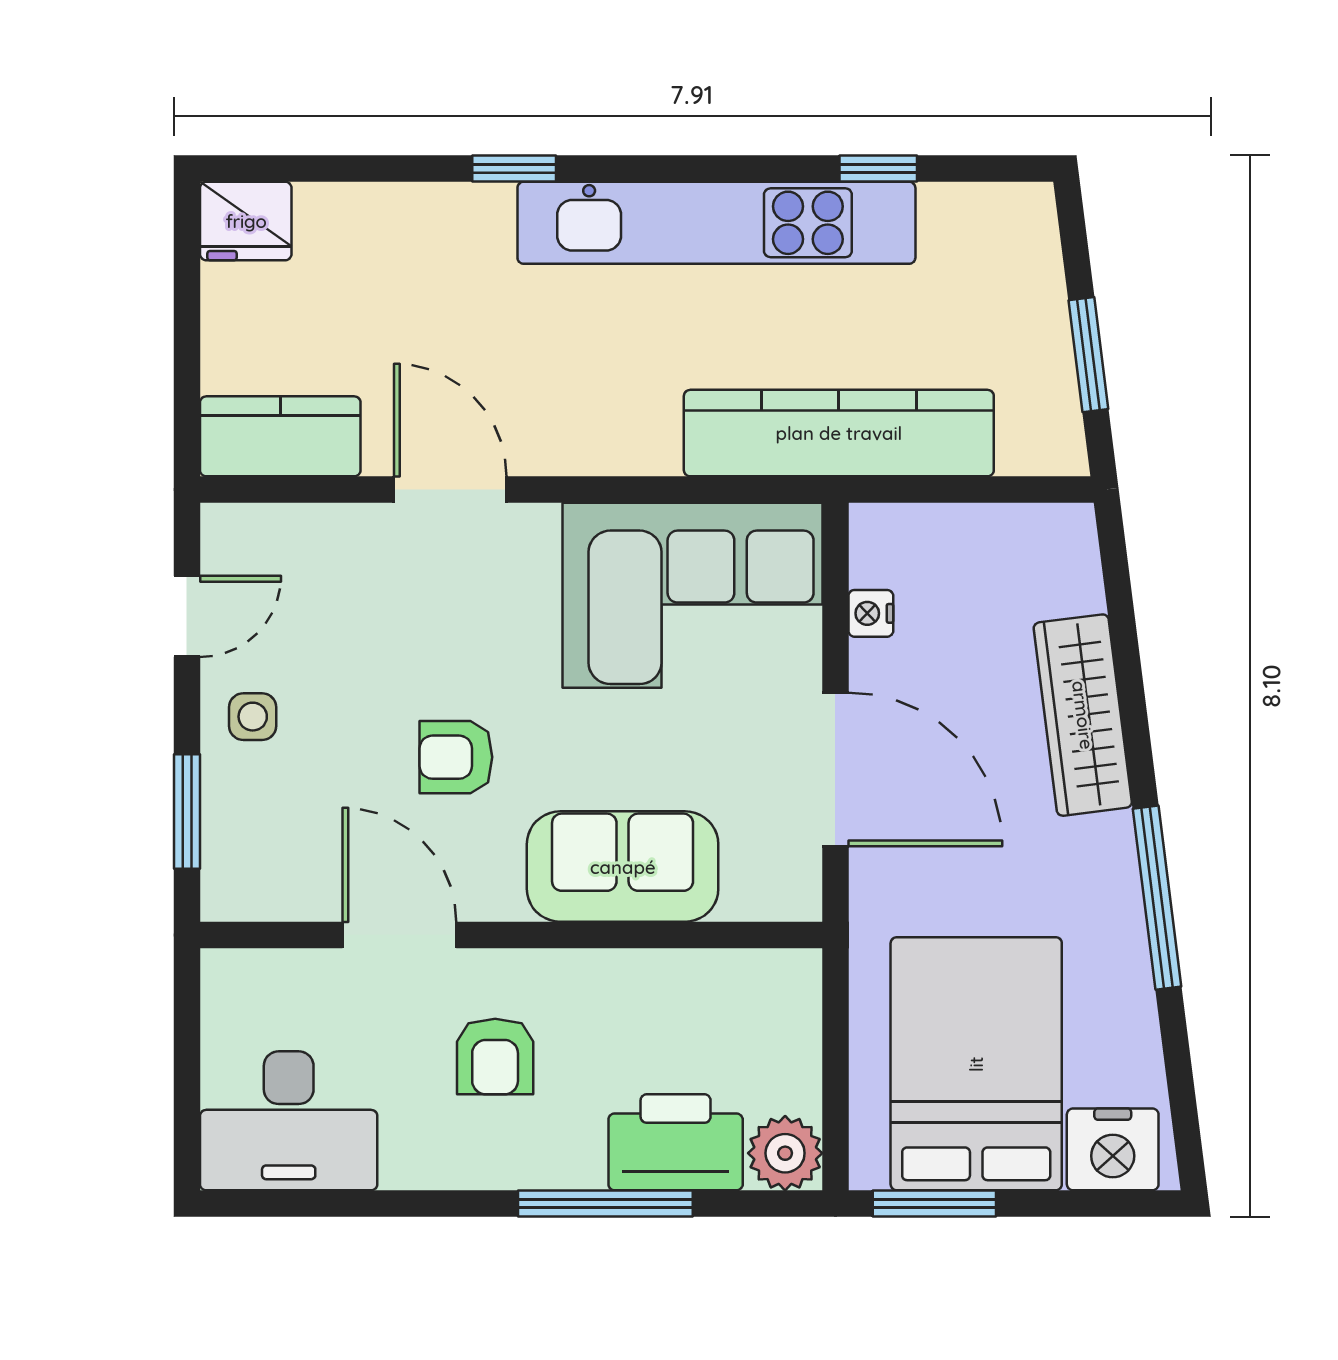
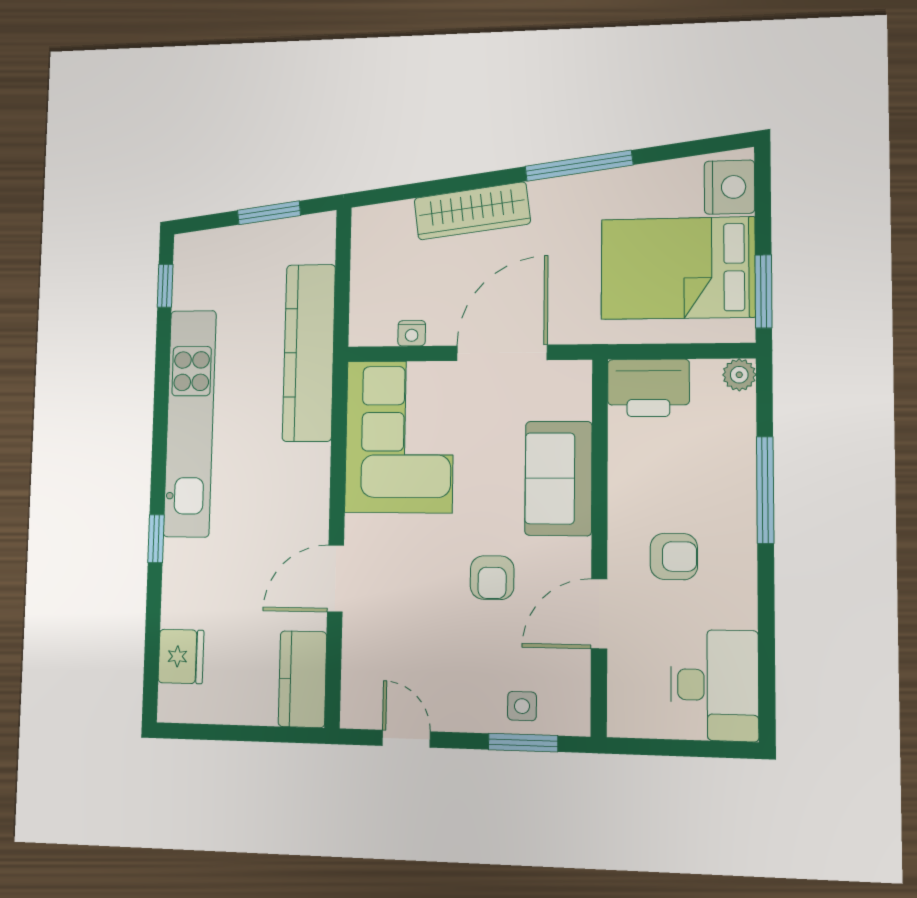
window: (878, 169) -> (165, 286), moved
fridge: (246, 221) -> (181, 656), moved
side table: (253, 717) -> (522, 706), moved
printer: (676, 1142) -> (648, 388), moved, turned -90
plant: (785, 1153) -> (739, 375), width x0.73, depth x0.73

